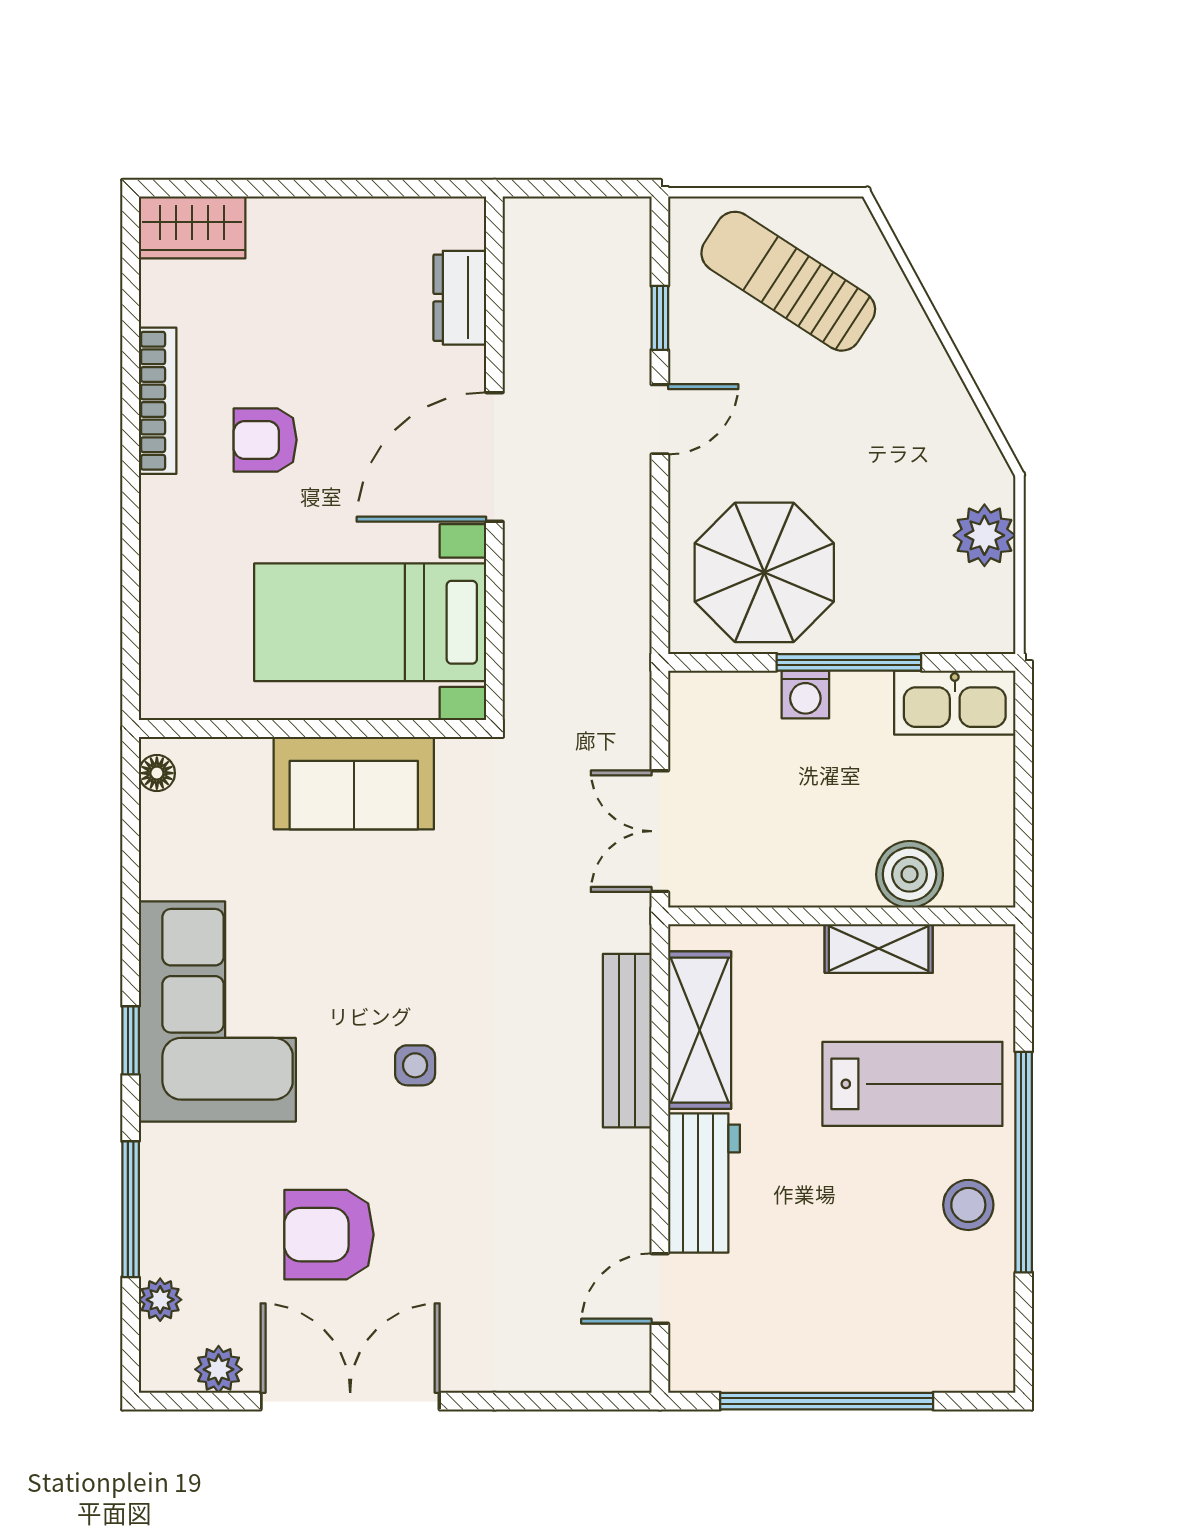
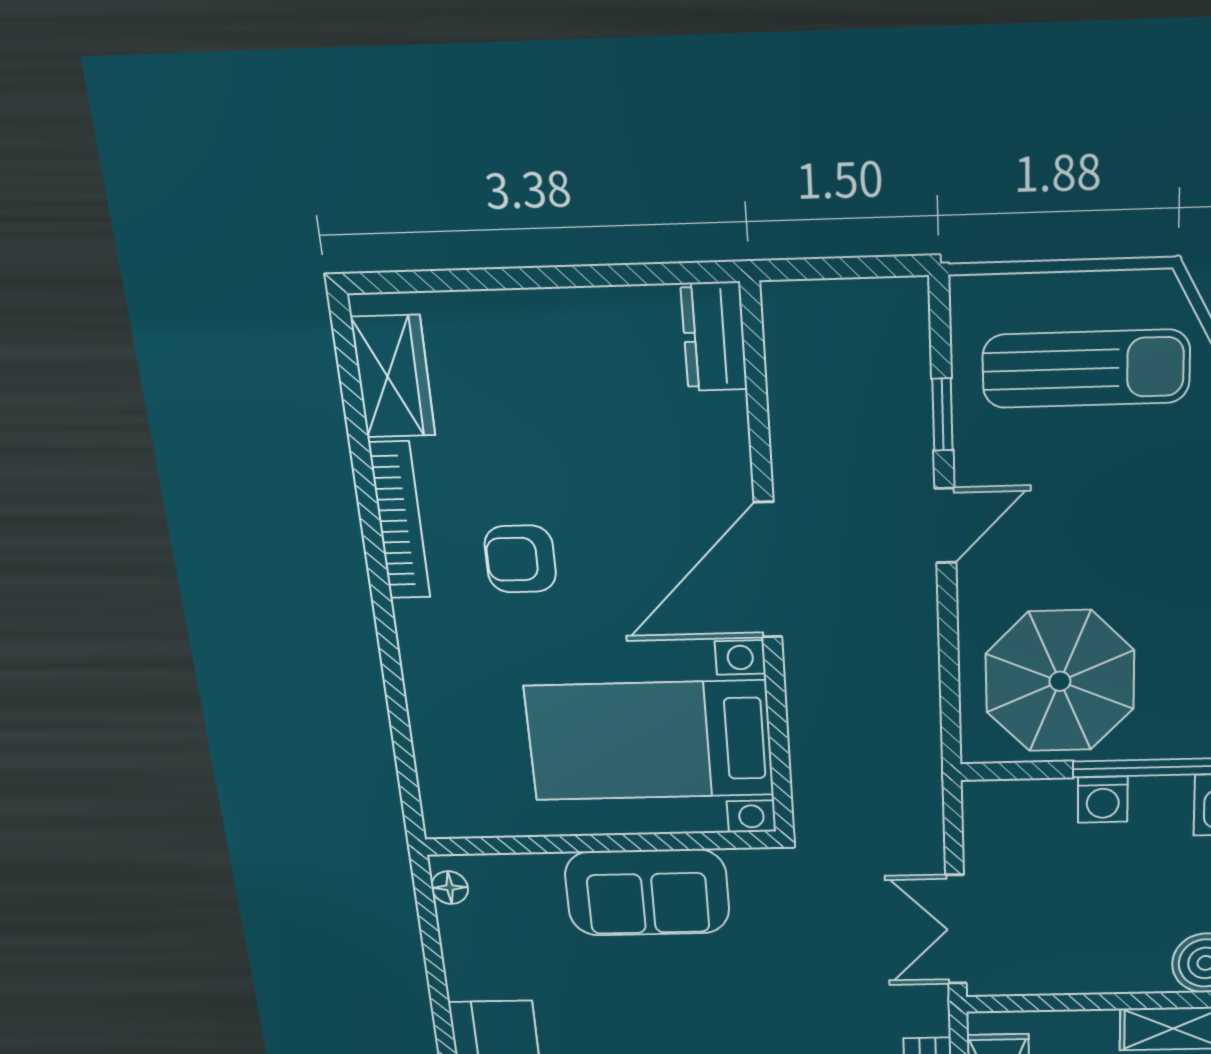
wardrobe: (192, 227) -> (393, 376), moved, turned -90
sun lounger: (788, 281) -> (1086, 369), turned 147
dresser: (460, 298) -> (714, 337), moved

